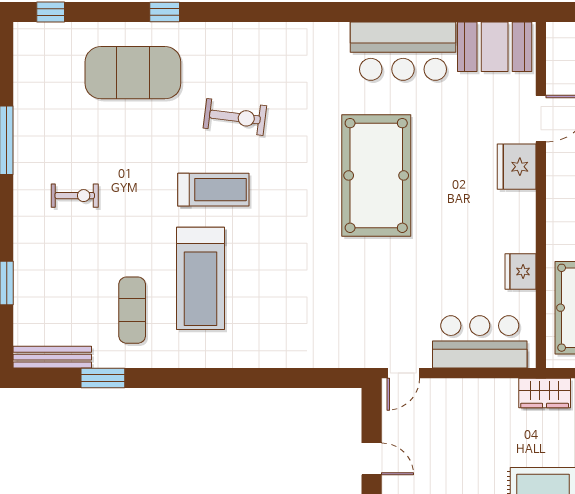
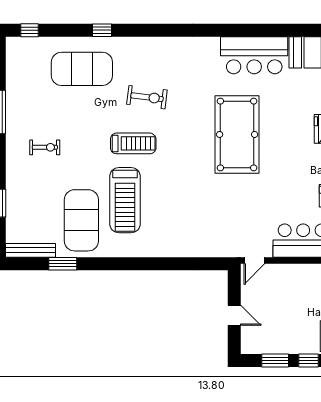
exercise mat: (132, 310) -> (81, 220), width x2.00, depth x1.45

